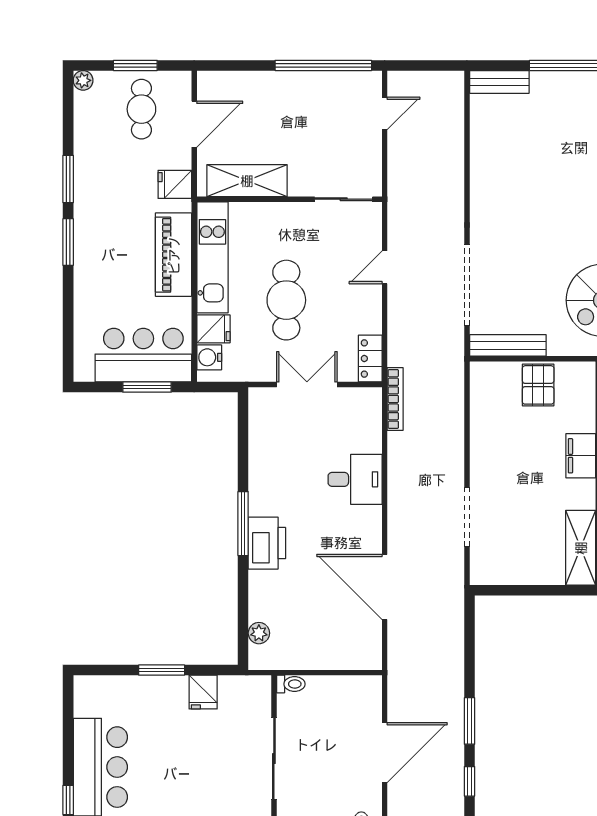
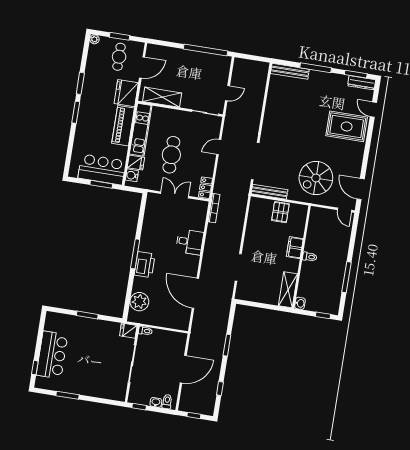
bench: (499, 82) -> (290, 71), width x1.36
door: (385, 113) -> (227, 93), moved
fridge: (175, 184) -> (126, 93), width x1.88, depth x1.34
plant: (259, 633) -> (139, 302), width x1.88, depth x1.88
fridge: (203, 692) -> (128, 331), moved, turned 90
window: (470, 721) -> (227, 345), moved

